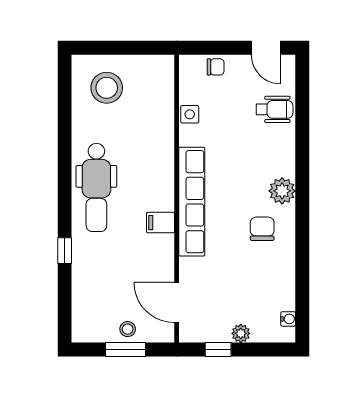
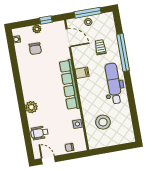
stool: (107, 88) -> (103, 122), moved
plant: (282, 191) -> (31, 107), moved
chair: (262, 229) -> (35, 49), moved
window: (65, 251) -> (123, 52), width x3.17
trolley: (111, 270) -> (100, 47), added
window: (125, 349) -> (88, 13), width x1.44

